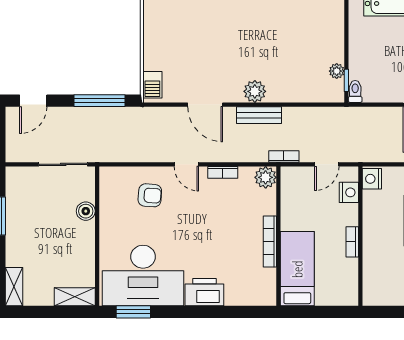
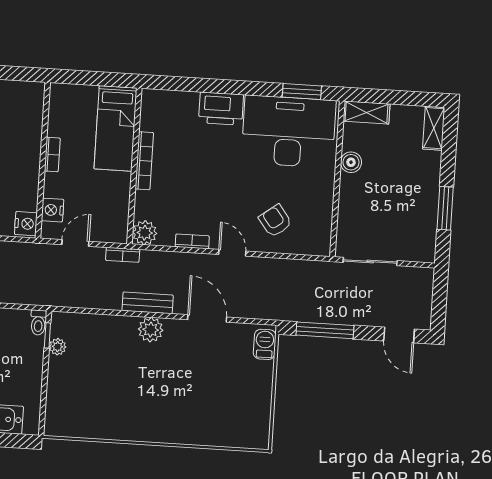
door: (33, 101) -> (399, 335), swing flipped
armchair: (150, 195) -> (275, 221), turned 49
boiler: (86, 211) -> (351, 162), moved

